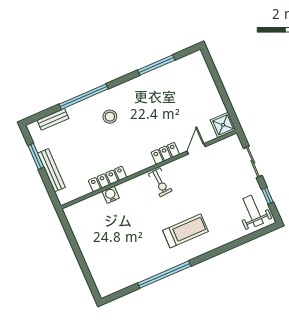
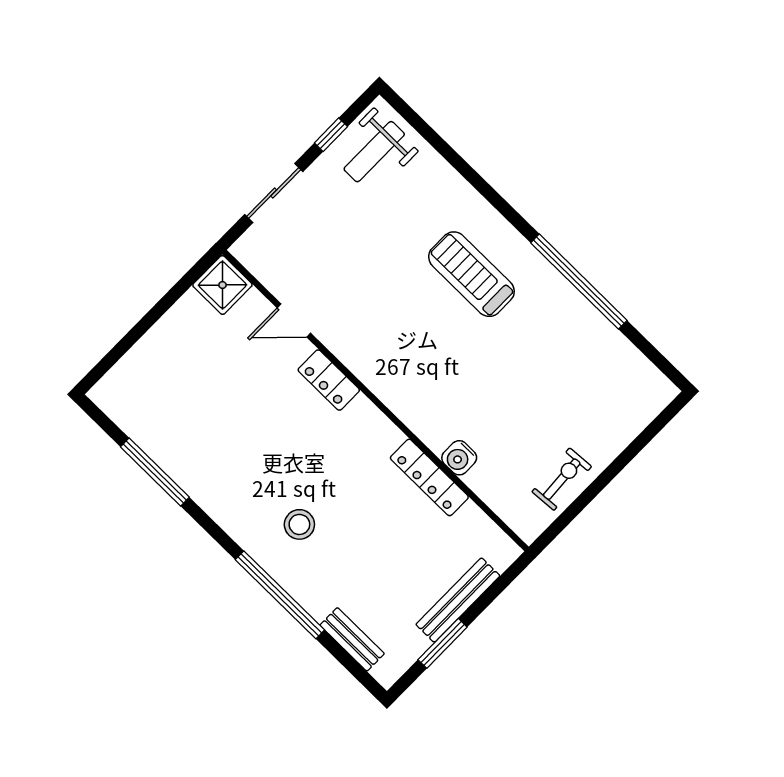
exercise bike: (160, 182) -> (562, 479), moved

